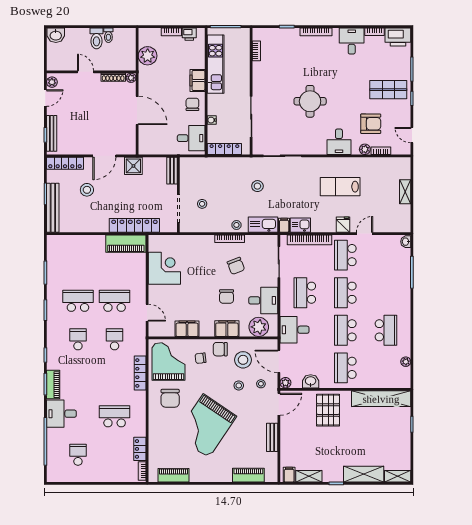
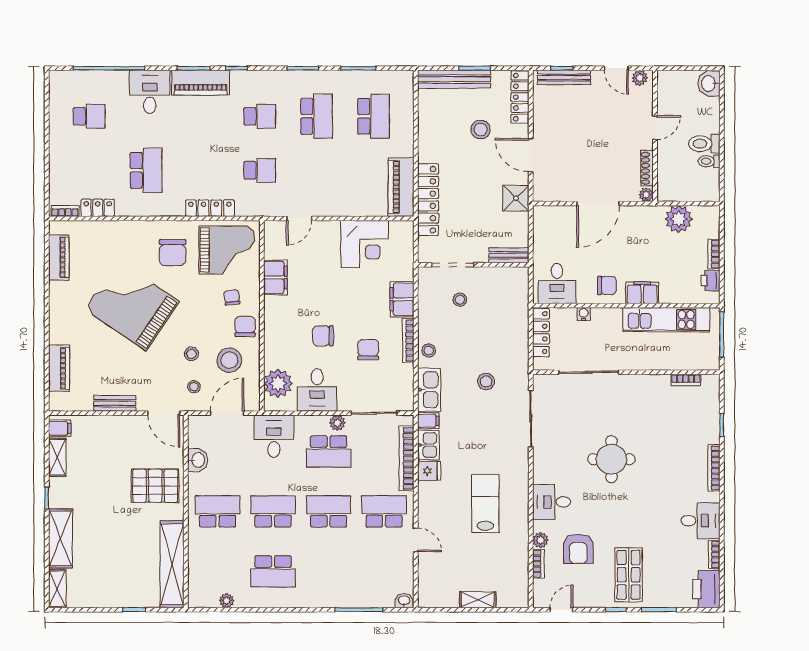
fridge: (343, 225) -> (429, 471), moved
chair: (236, 266) -> (368, 350), turned 111
school desk: (305, 293) -> (329, 451), turned 180
school desk: (115, 301) -> (373, 116), moved
filing cabinet: (227, 329) -> (402, 299), moved, turned 180
plant: (285, 383) -> (337, 423), moved
piano: (53, 385) -> (201, 83), width x1.37, depth x1.33
chair: (170, 398) -> (173, 253), turned -90

